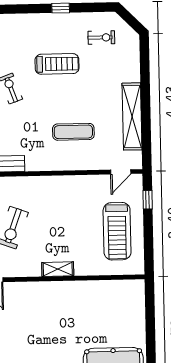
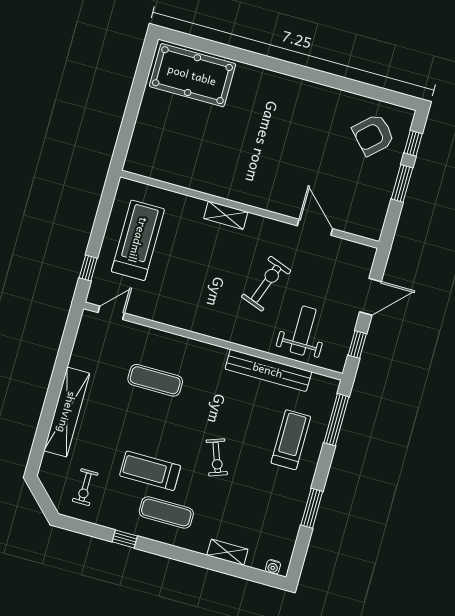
exercise mat: (36, 37) -> (166, 512), added
exercise bike: (101, 37) -> (85, 487), turned -90
shelving: (132, 116) -> (67, 412), moved

